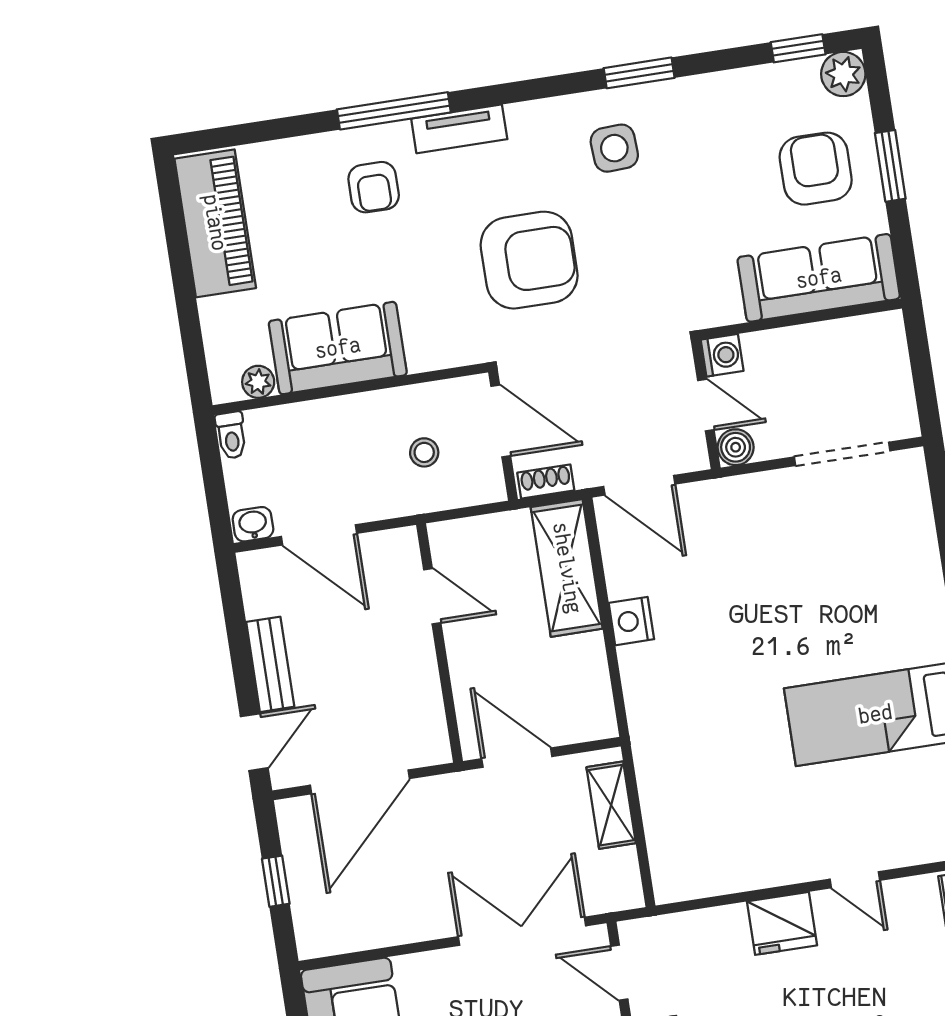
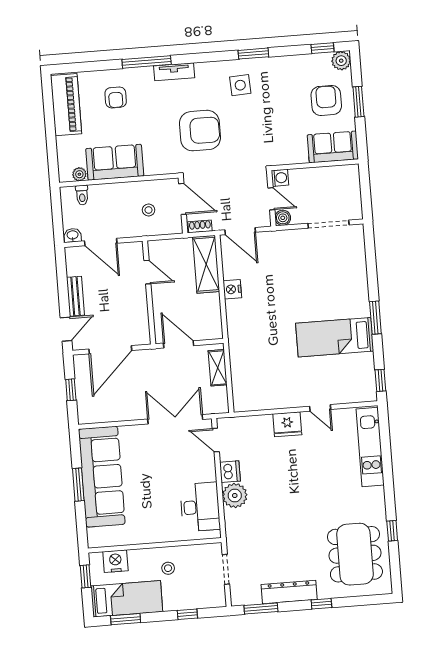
armchair: (374, 187) -> (116, 97), moved
sofa: (819, 278) -> (333, 147), width x0.73
toilet: (231, 435) -> (82, 195), moved

